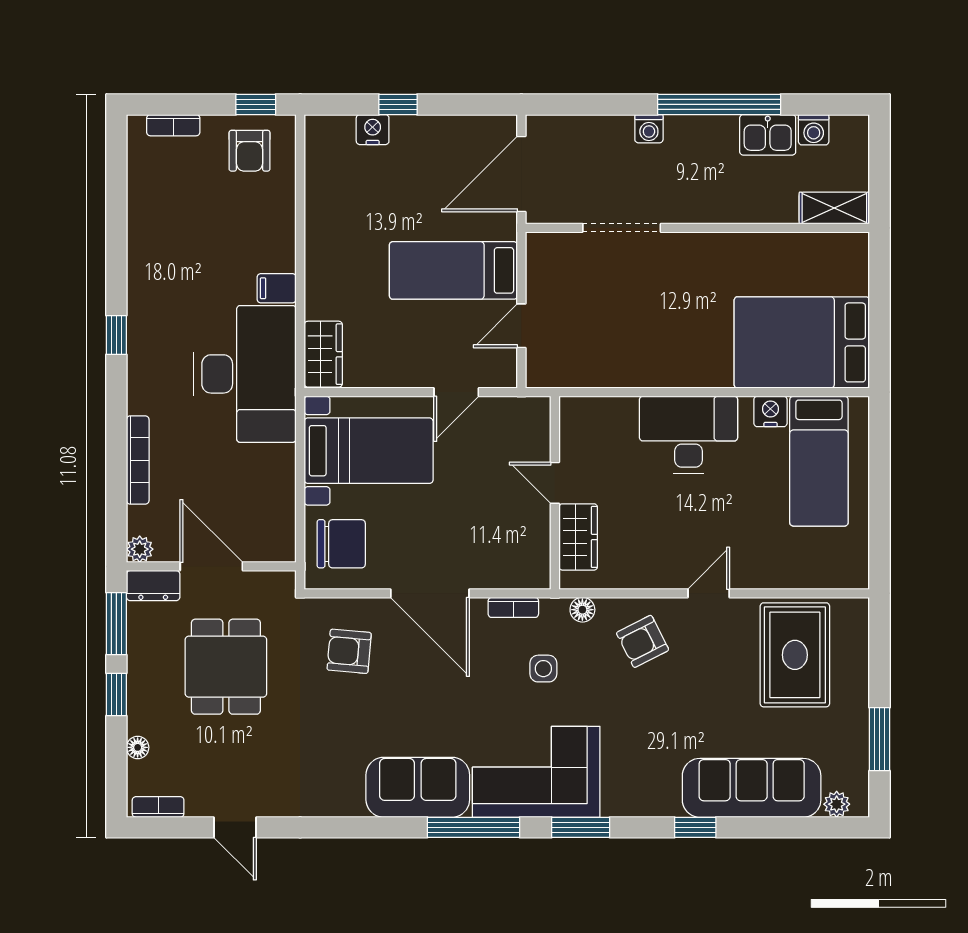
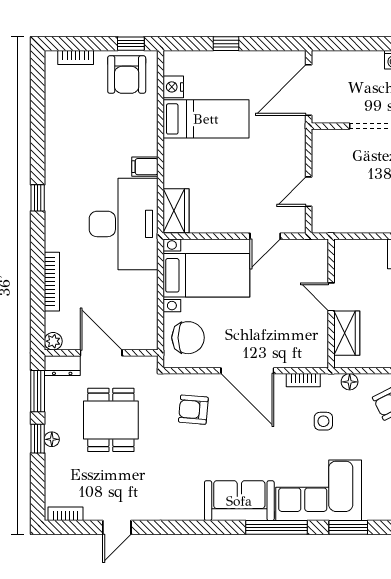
nightstand: (373, 130) -> (173, 87), moved, turned -90
armchair: (250, 151) -> (127, 75), width x1.38, depth x1.38
bed: (453, 270) -> (206, 119), moved, turned 180
floor lamp: (138, 747) -> (52, 439), moved
door: (235, 827) -> (117, 527), hinge flipped

